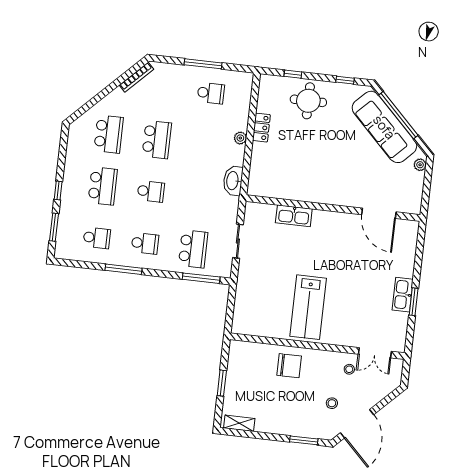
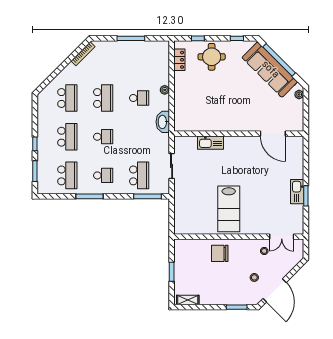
school desk: (211, 93) -> (139, 98), moved
locker: (261, 128) -> (179, 60), moved
school desk: (97, 238) -> (67, 175), width x1.85
chair: (289, 366) -> (220, 253), turned 180

